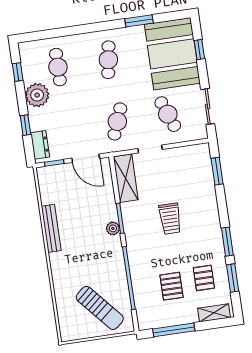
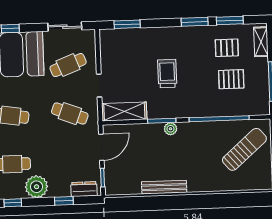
trolley: (170, 219) -> (167, 74), turned -90

